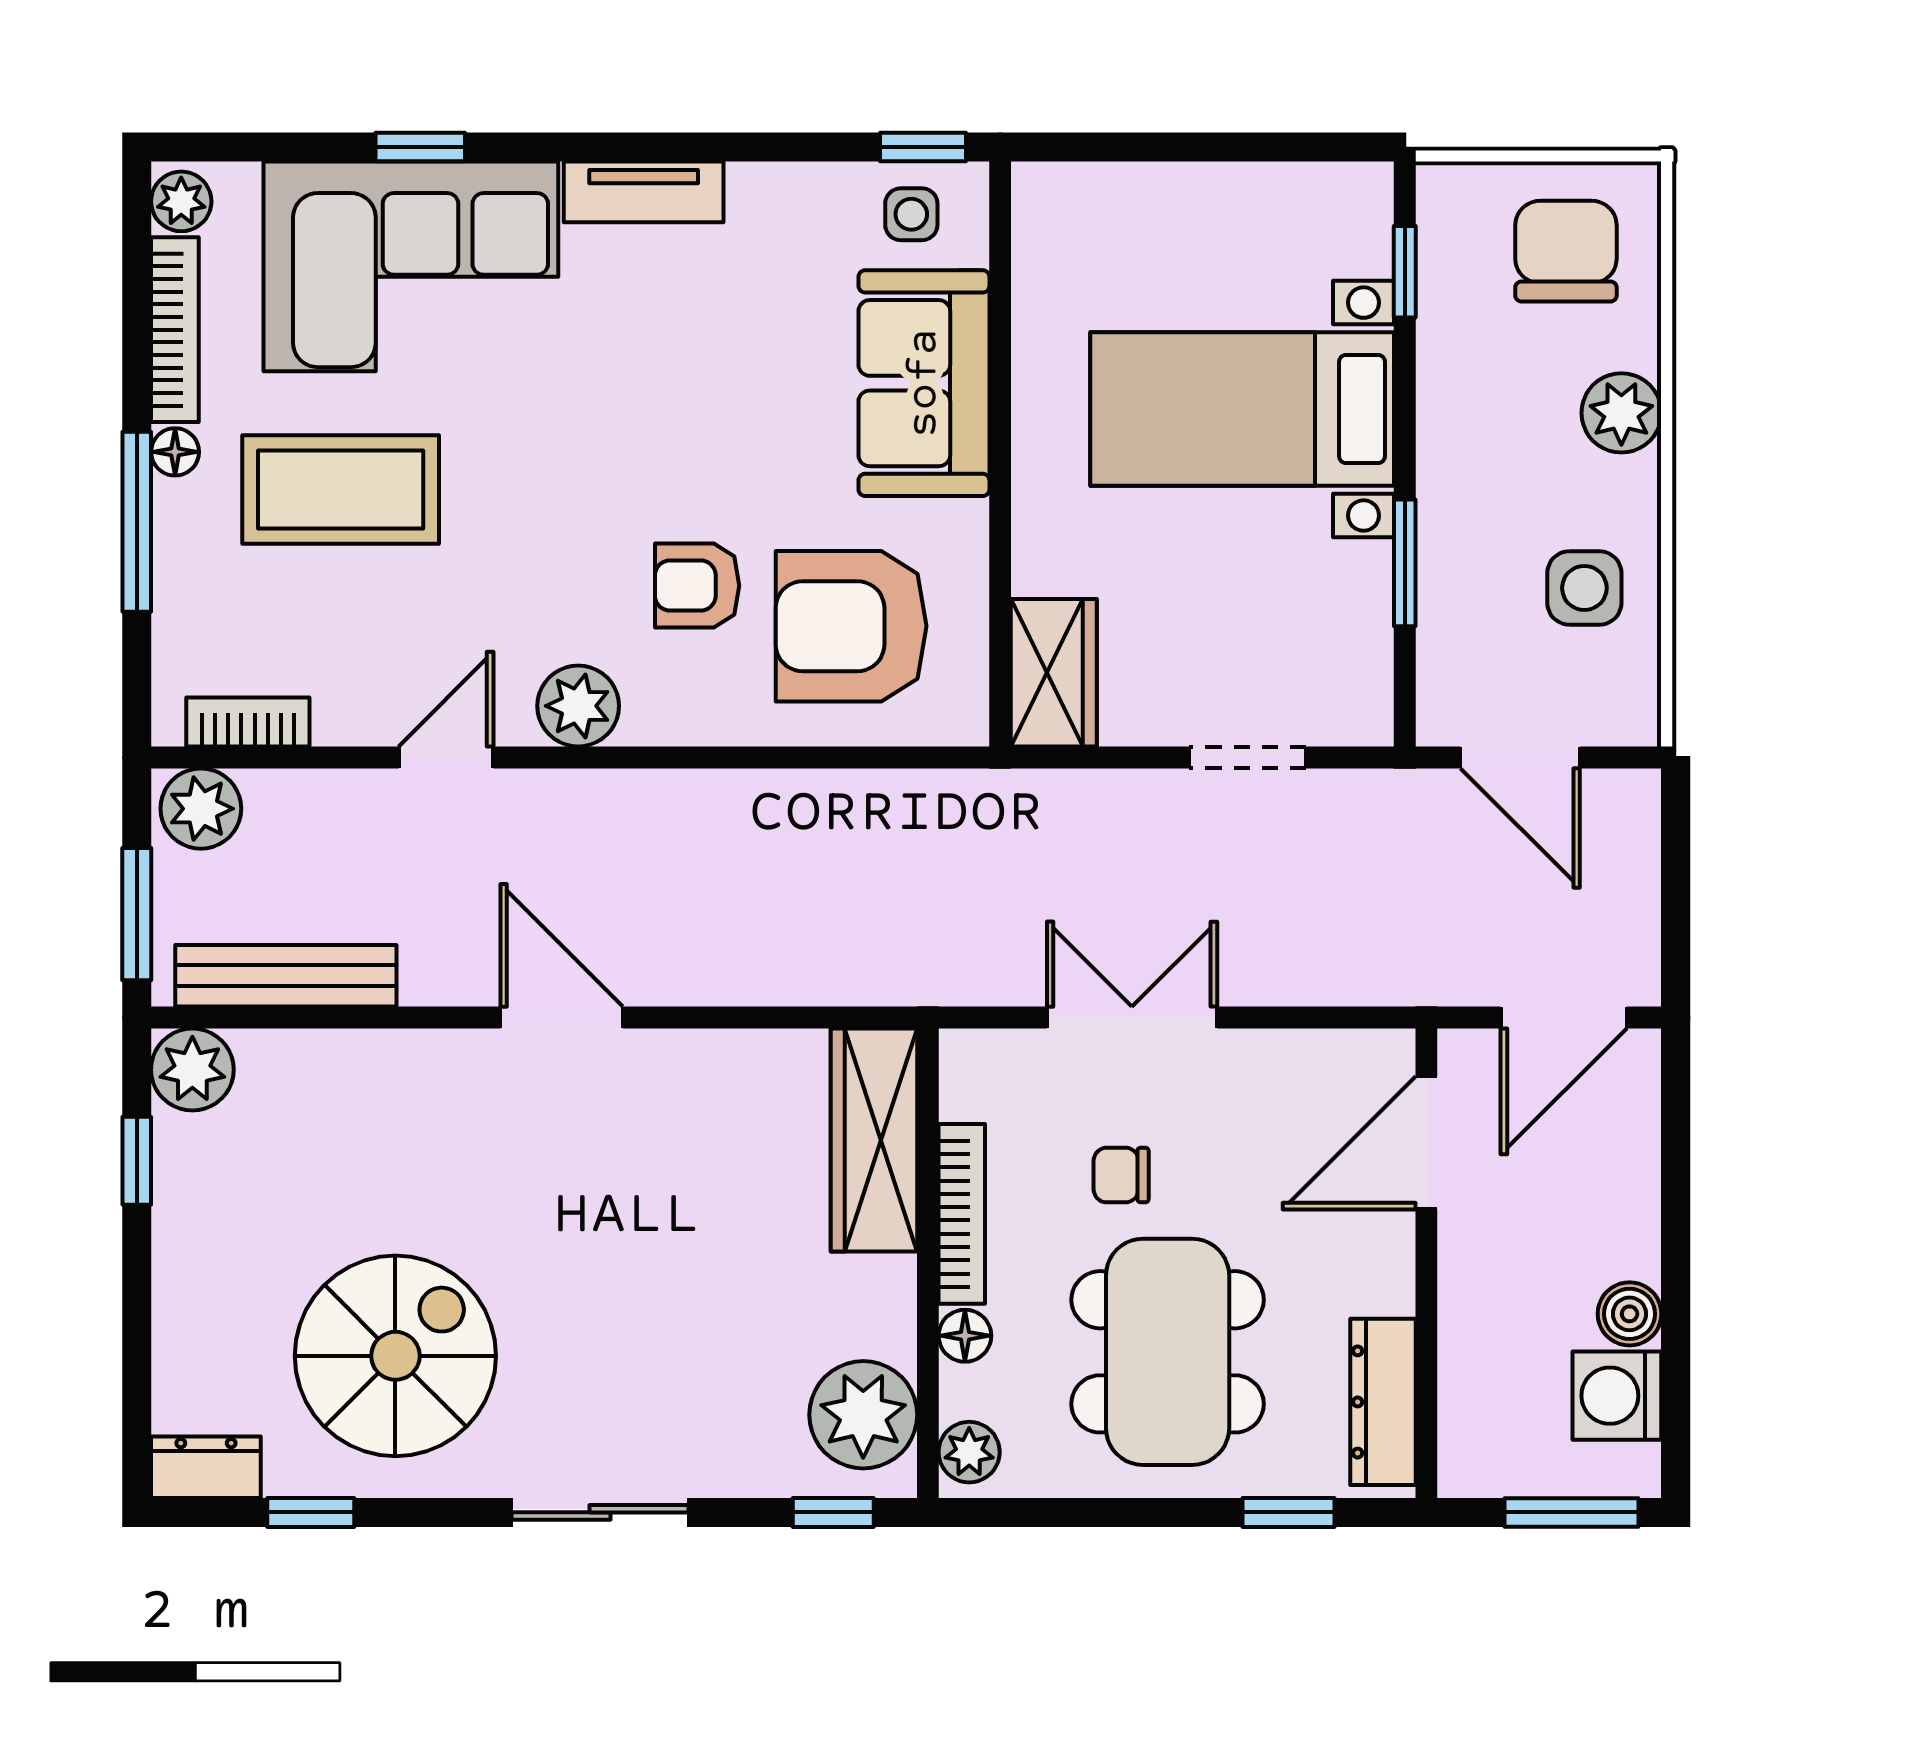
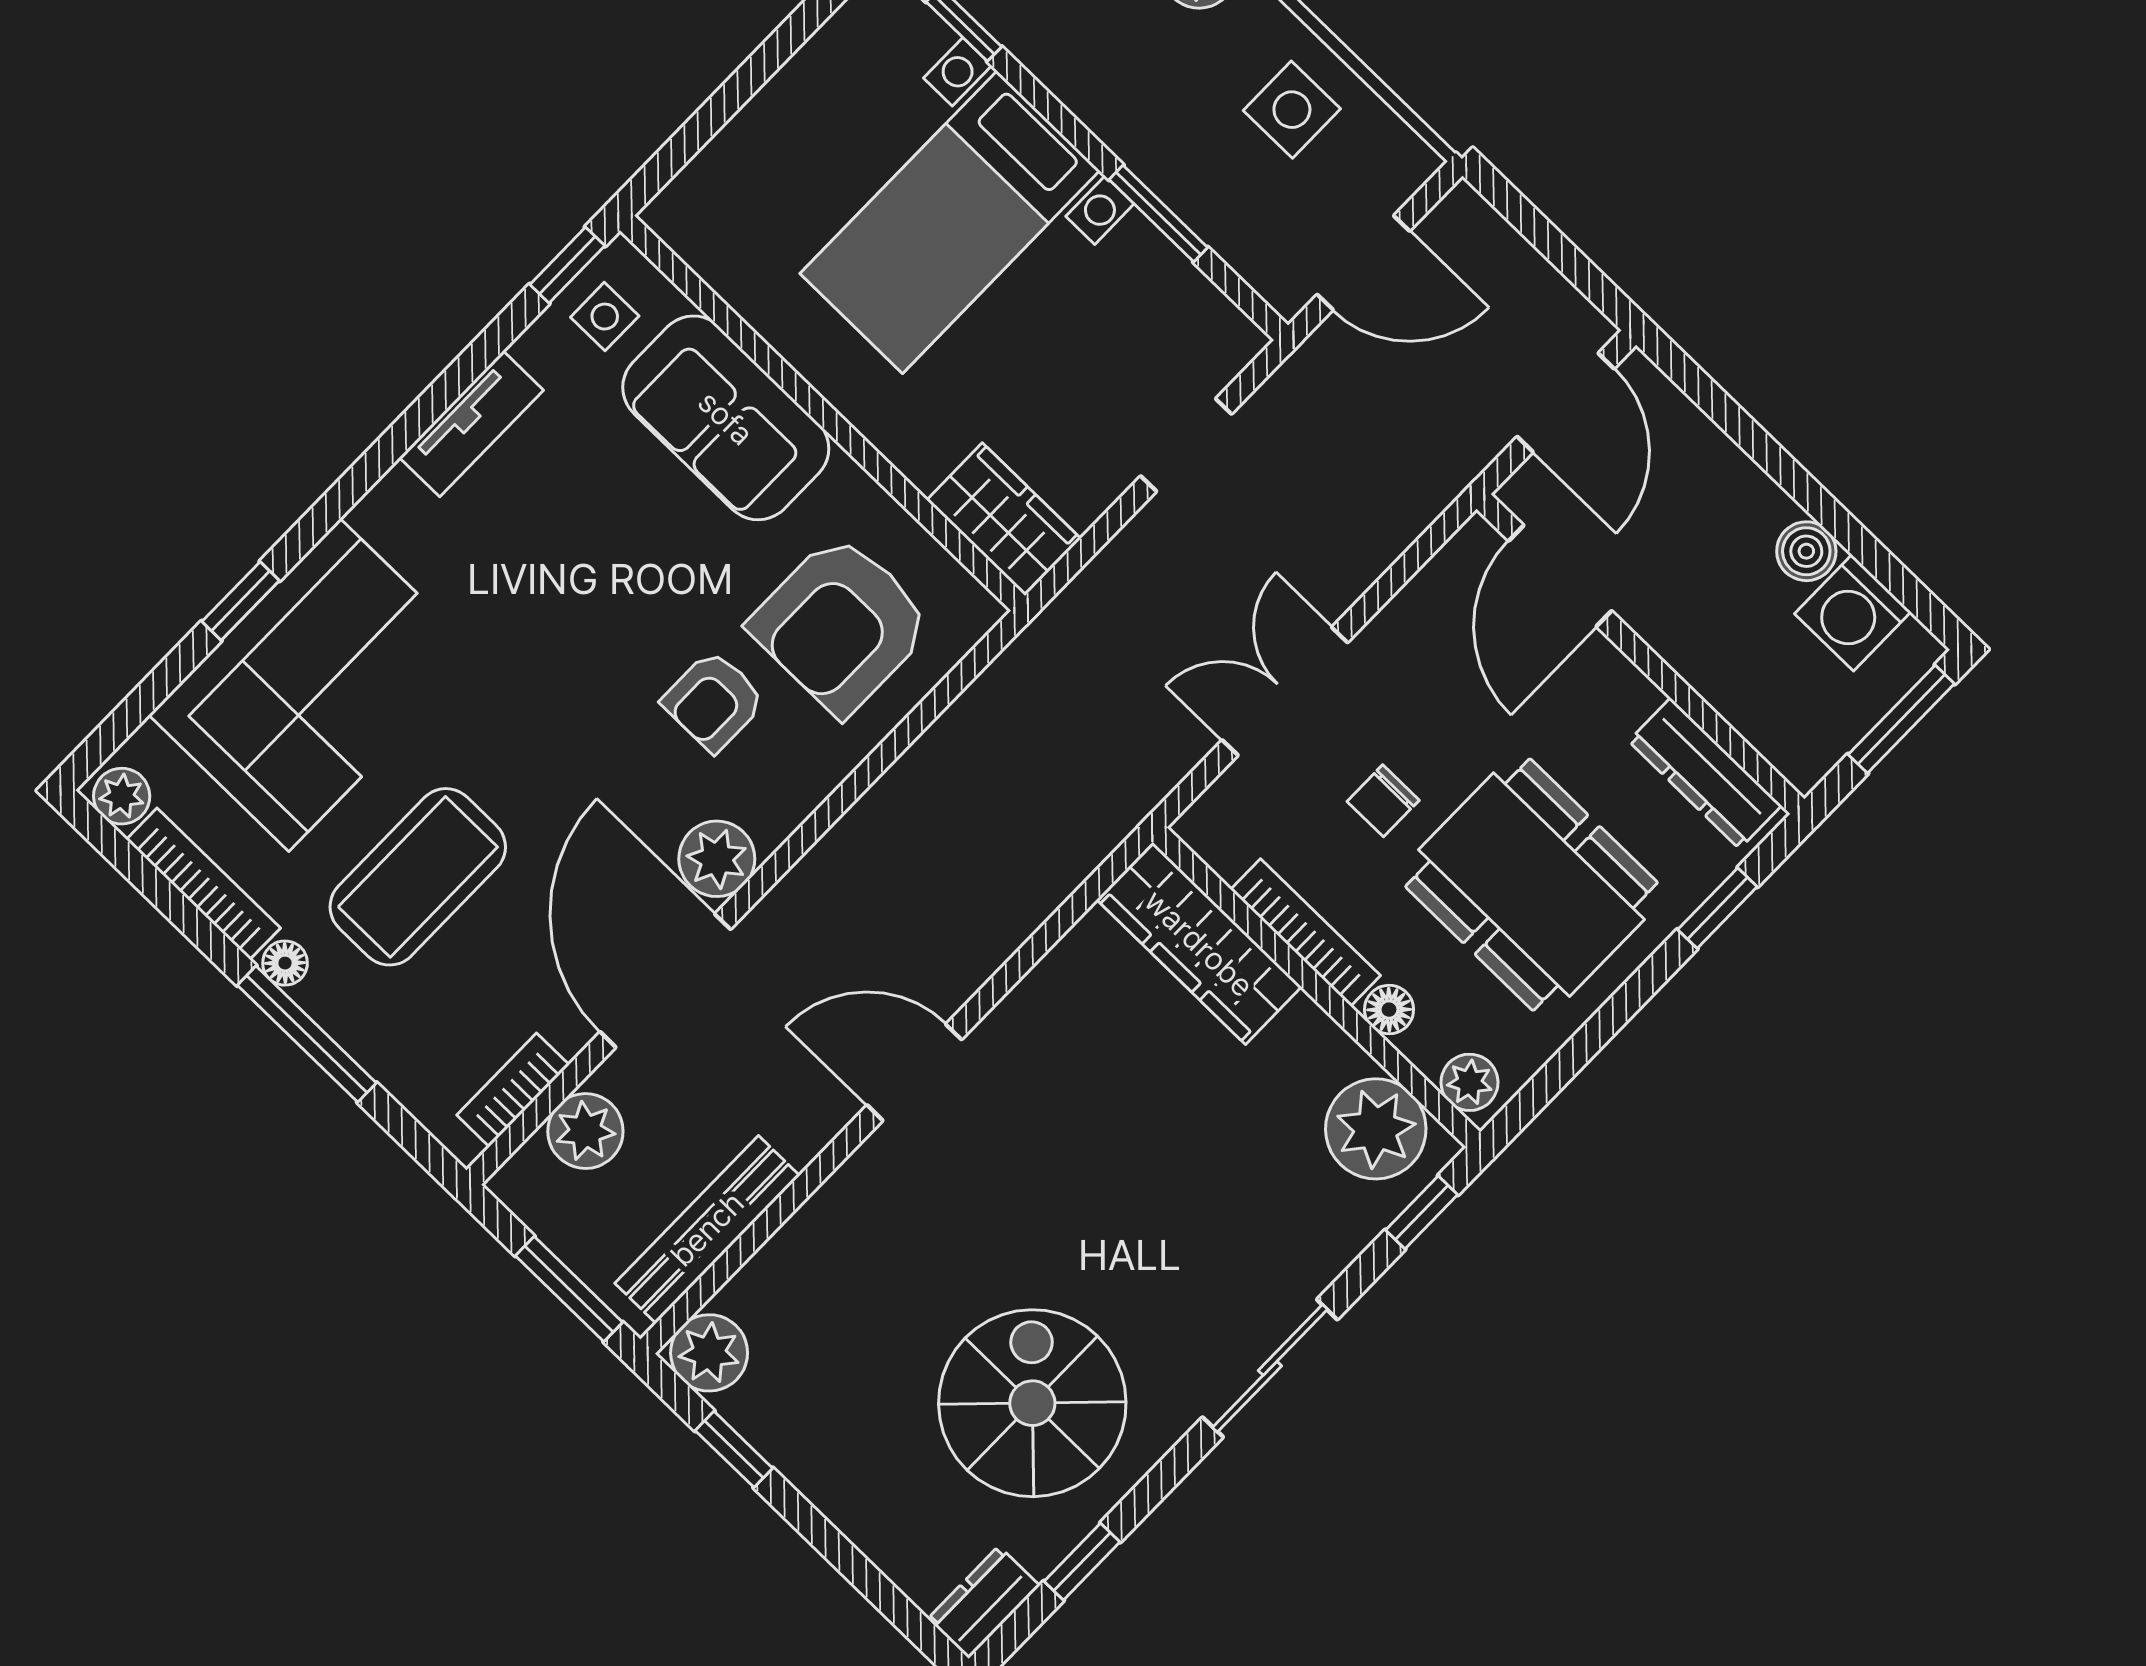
tv unit: (644, 192) -> (471, 424), moved
door: (446, 757) -> (665, 981), width x1.87
plant: (201, 809) -> (585, 1131), moved

